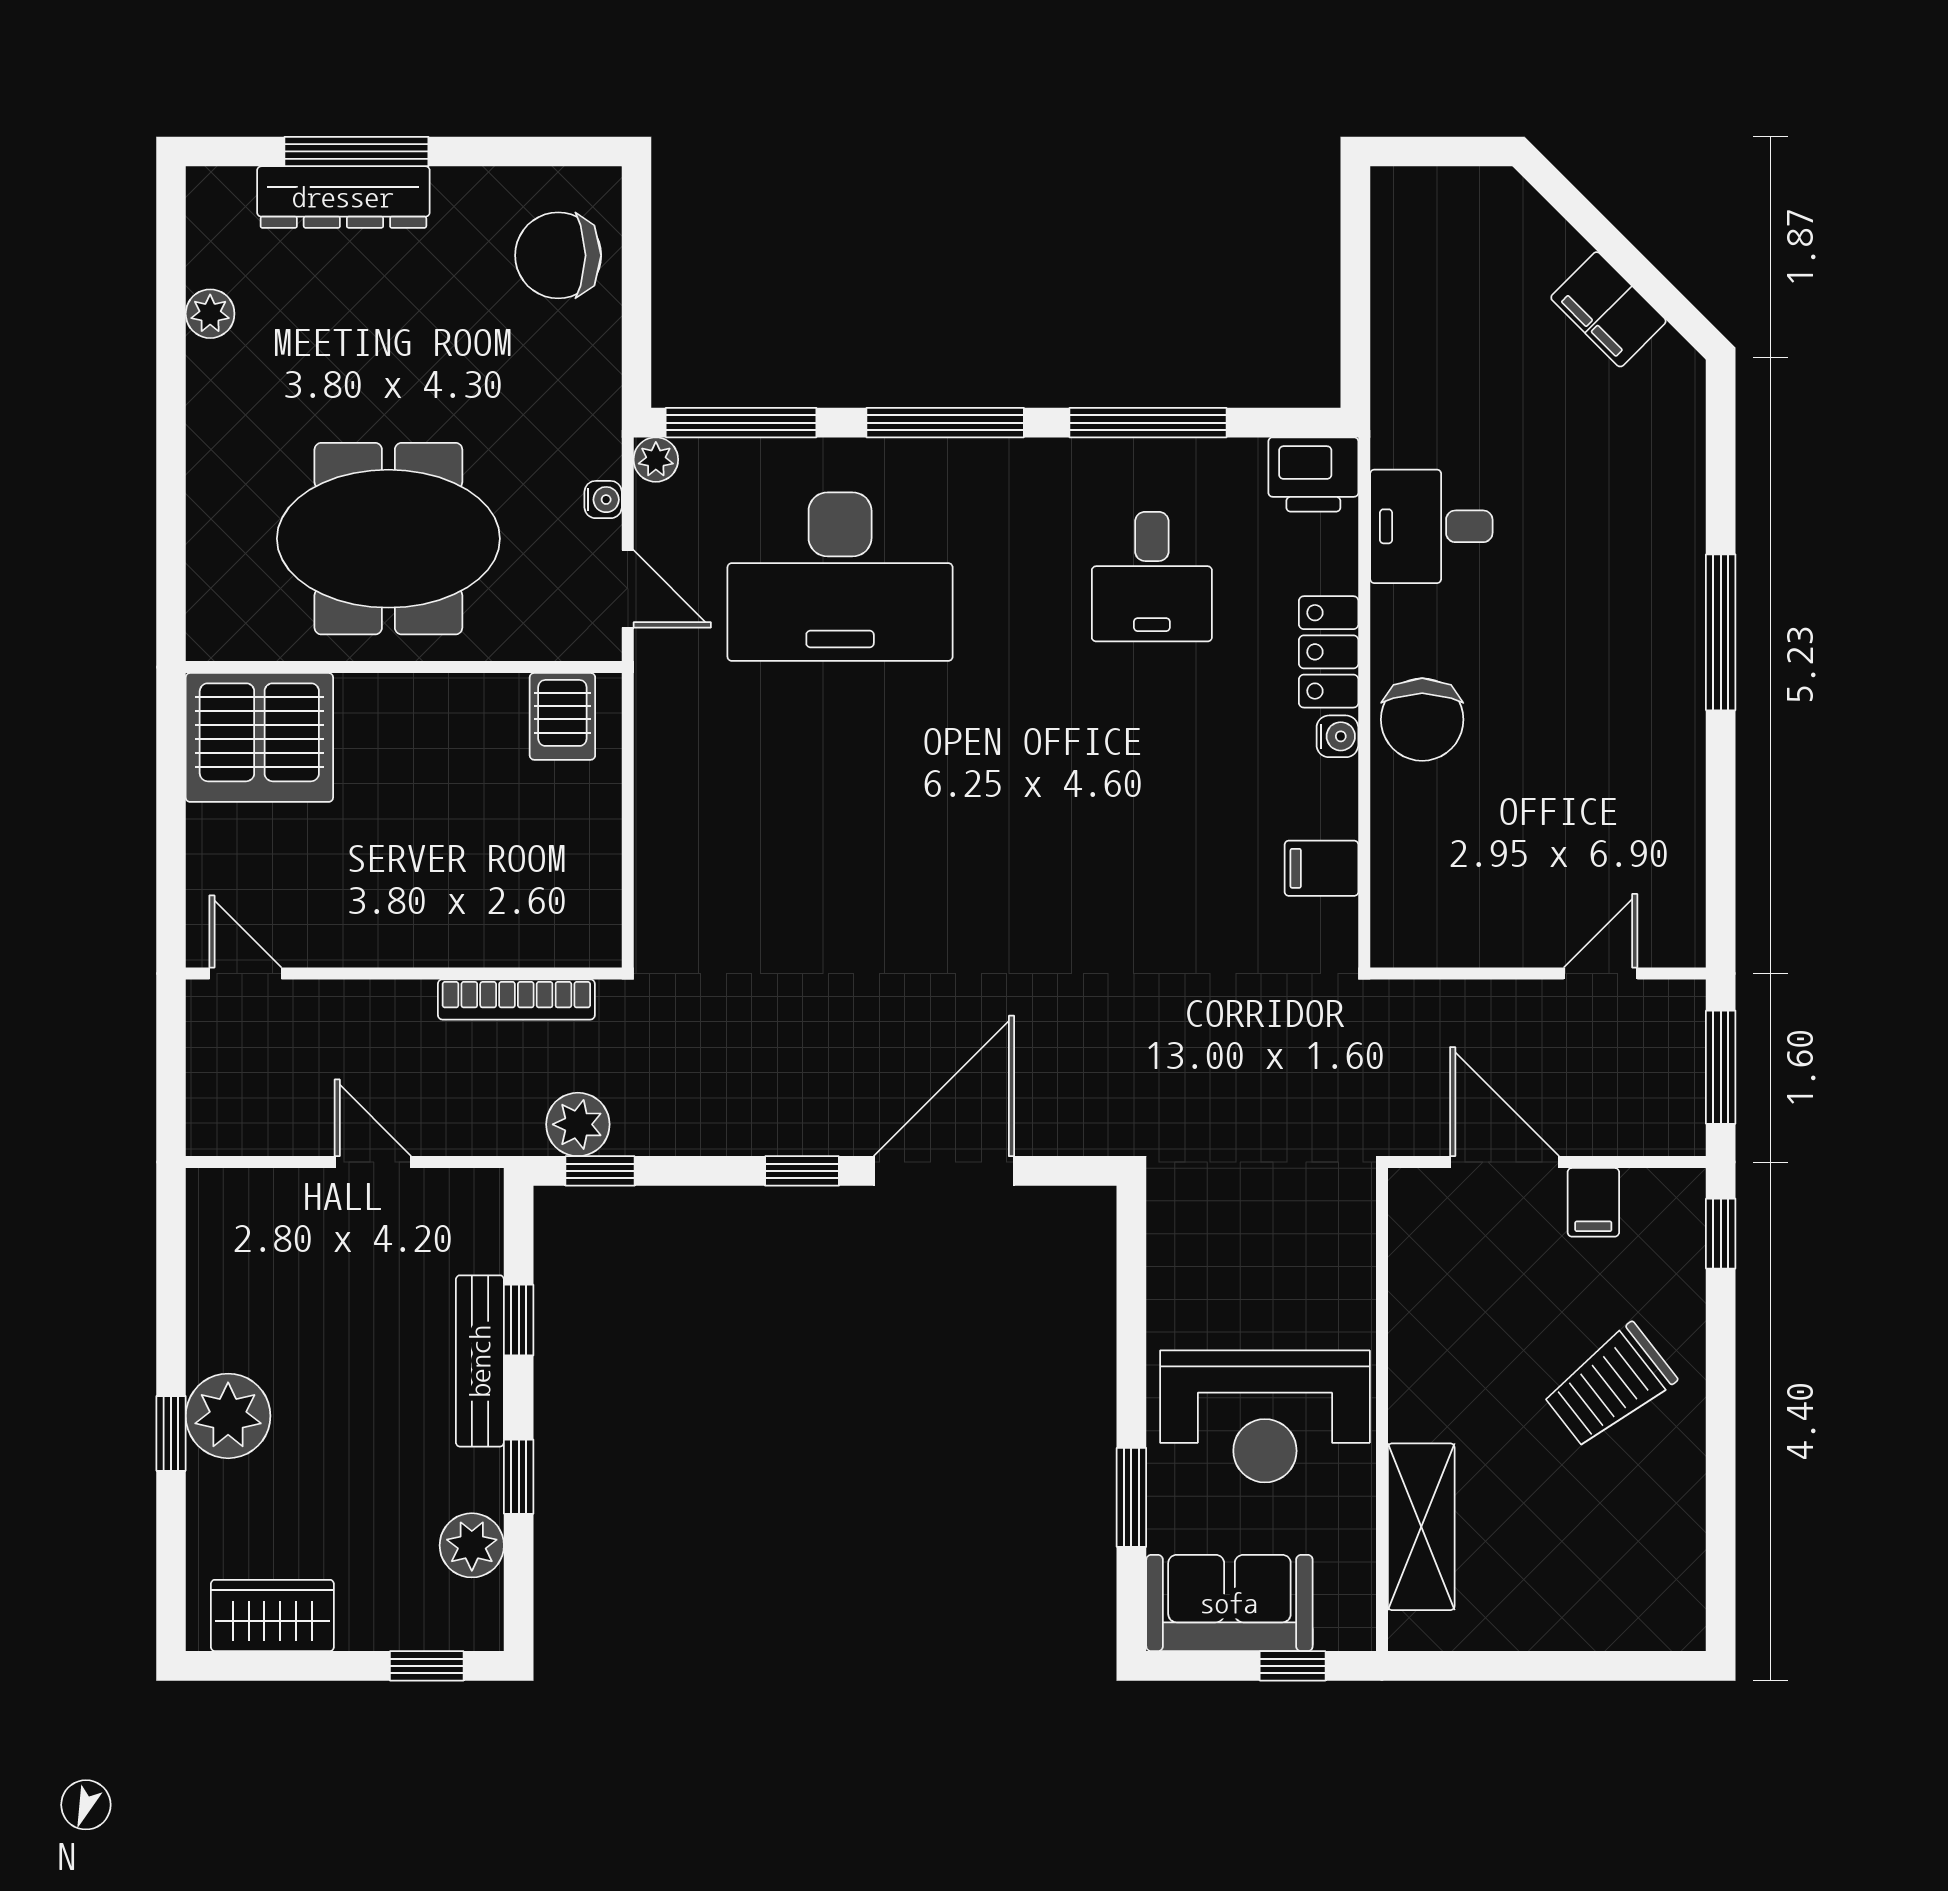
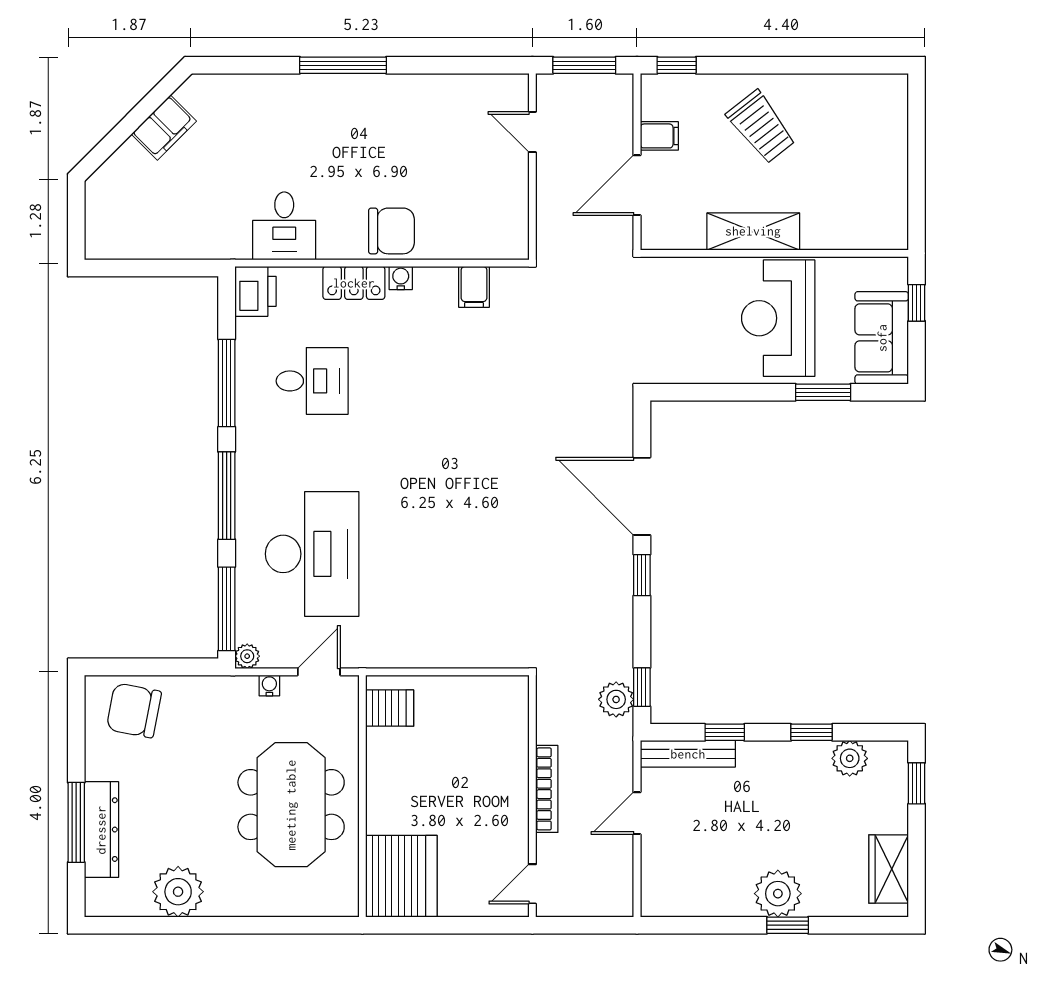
chair: (558, 255) -> (134, 710), turned 101
plant: (210, 314) -> (178, 892), width x1.88, depth x1.88
bookcase: (516, 999) -> (547, 789), moved
bench: (480, 1361) -> (688, 754), moved
reception desk: (1265, 1416) -> (778, 318), turned 180
shelving: (1421, 1527) -> (753, 231), moved

